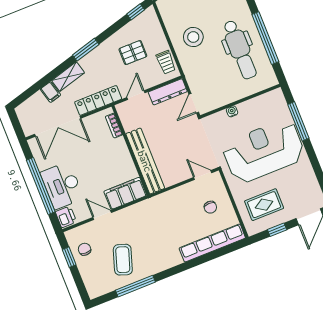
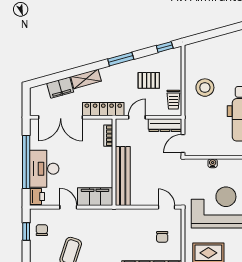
window: (86, 50) -> (121, 59), moved
filing cabinet: (50, 92) -> (60, 88), width x2.00

